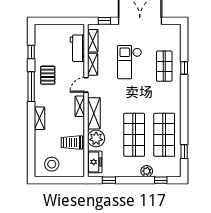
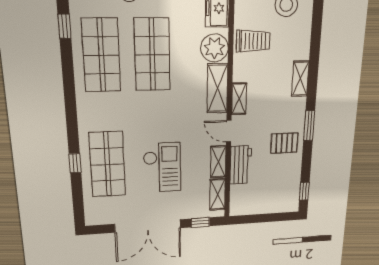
workbench: (77, 48) -> (241, 165), moved
window: (31, 52) -> (304, 191), moved
shop shelf: (164, 66) -> (107, 164), width x1.43, depth x1.36
pallet: (48, 75) -> (284, 143), turned 90
door: (86, 85) -> (229, 131), swing flipped
window: (31, 87) -> (309, 126), width x0.69

